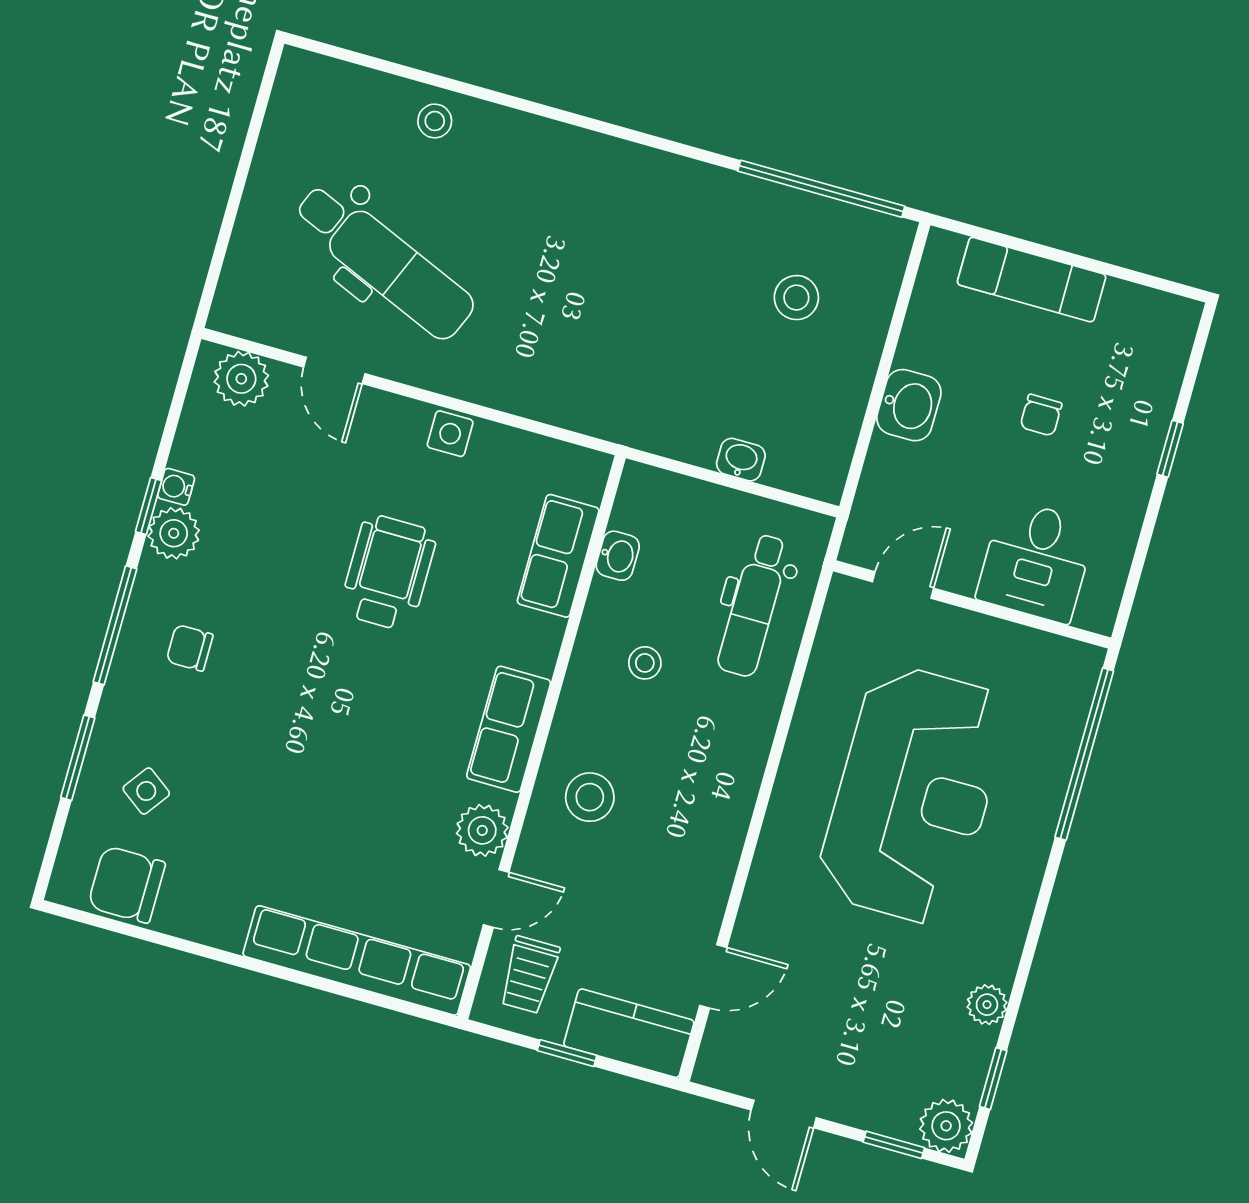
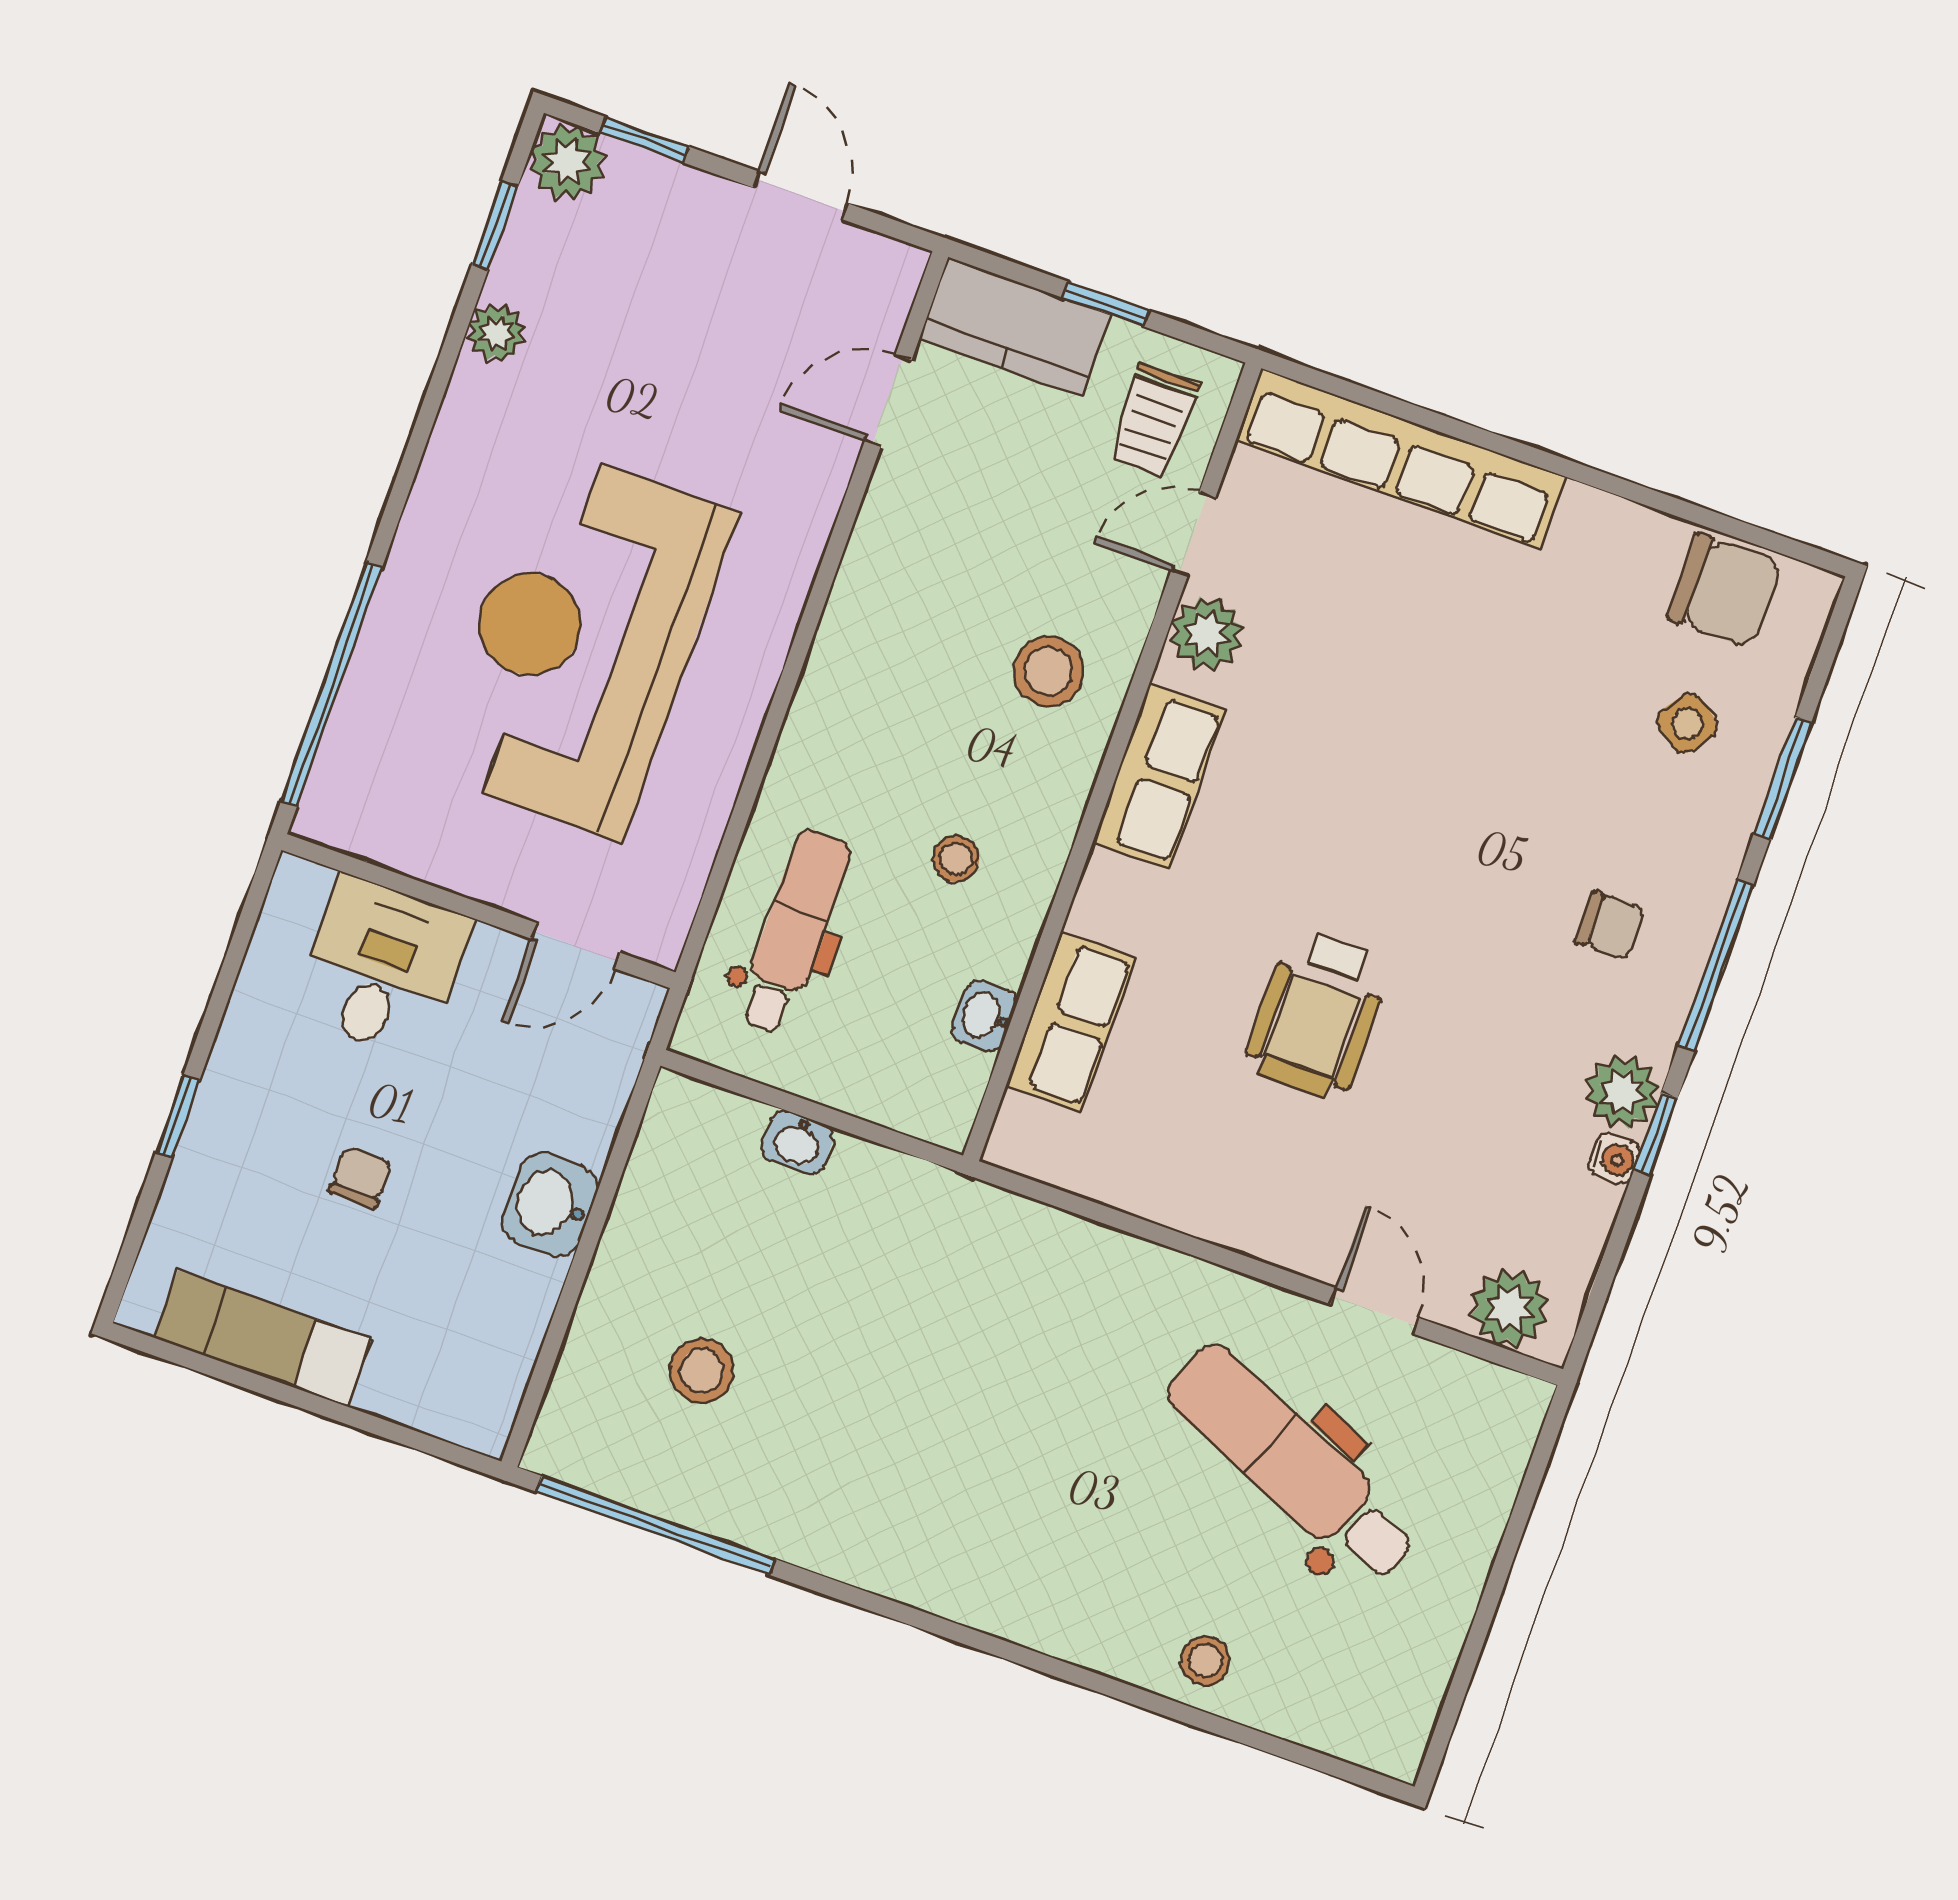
exam couch: (1032, 280) -> (262, 1338), moved
side table: (450, 434) -> (1214, 1209), removed
trolley: (529, 975) -> (1153, 421), turned 180

